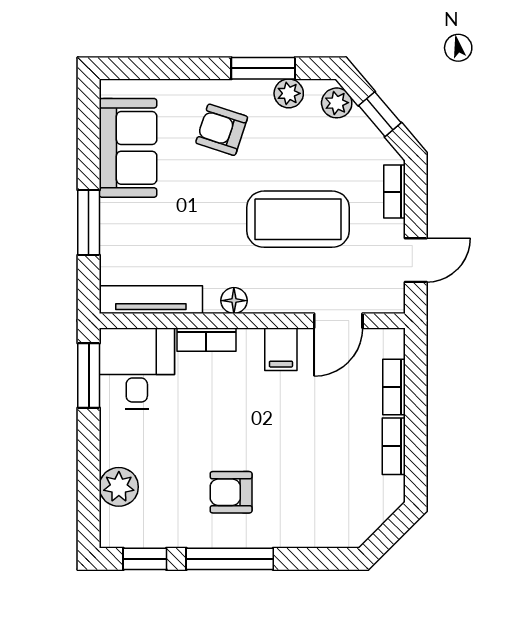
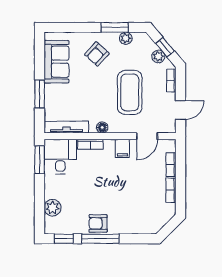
plant: (337, 103) -> (158, 56), moved
armchair: (222, 130) -> (97, 54), turned -65
coffee table: (298, 219) -> (130, 92), turned 90
armchair: (231, 492) -> (98, 223), moved

